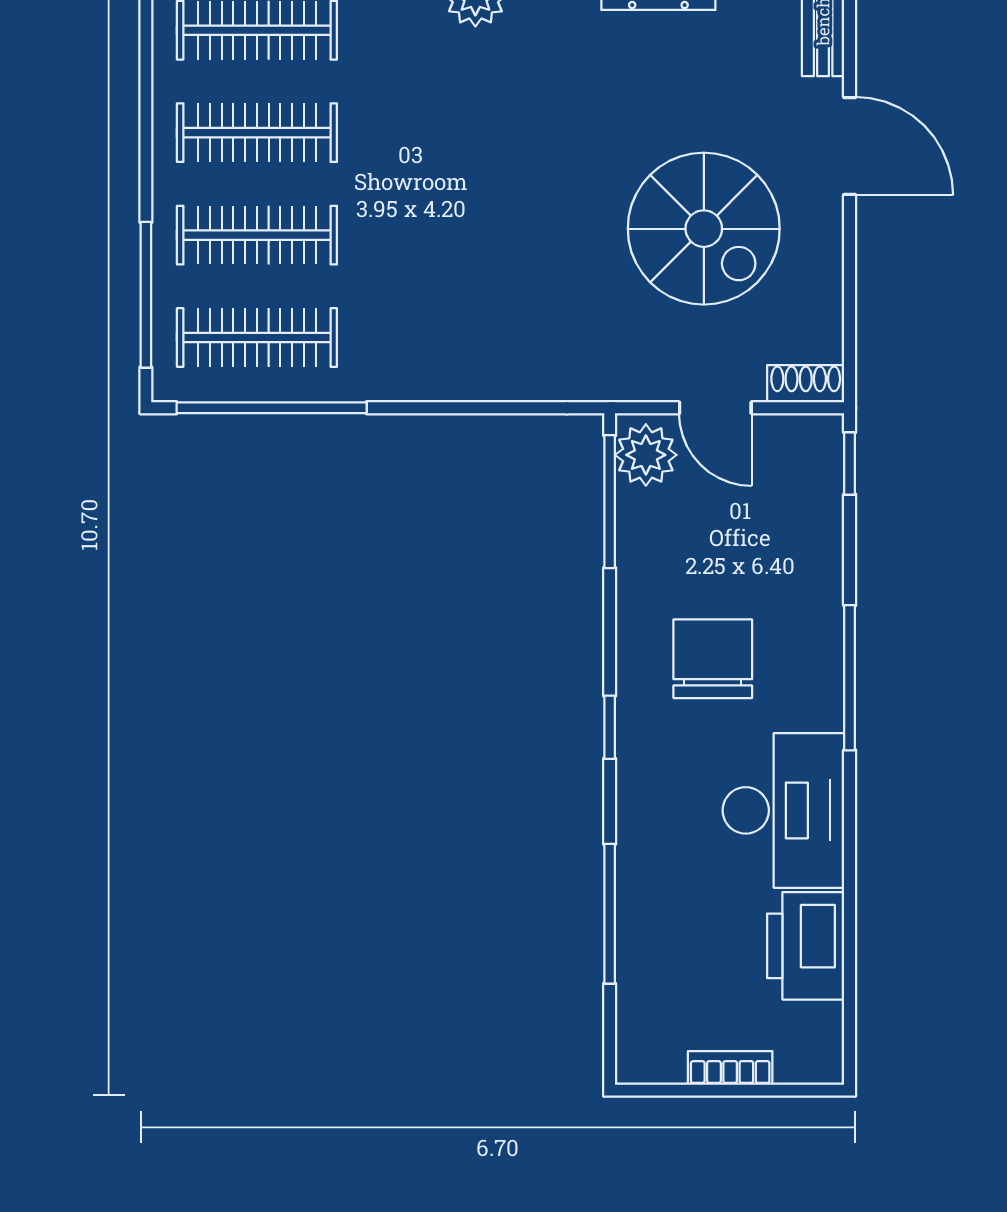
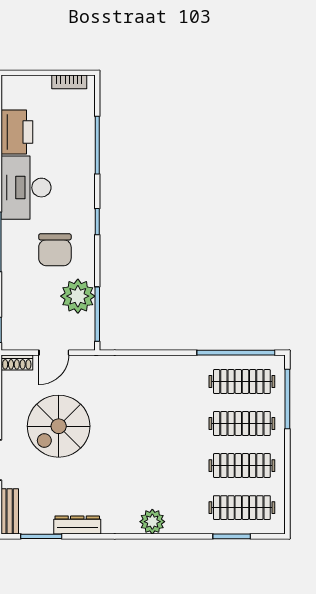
spiral stairs: (704, 229) -> (59, 426), turned -90
door: (715, 408) -> (54, 353), swing flipped
plant: (646, 455) -> (78, 296), moved, width x1.36, depth x1.36
bookcase: (730, 1068) -> (69, 82), moved

